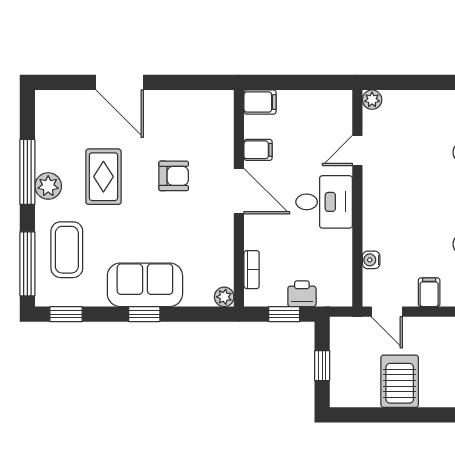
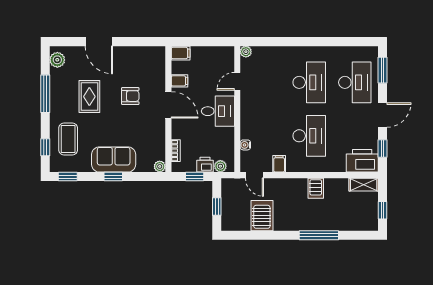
plant: (48, 186) -> (57, 60), moved
window: (27, 264) -> (45, 147), width x0.46
plant: (328, 296) -> (220, 166), added

